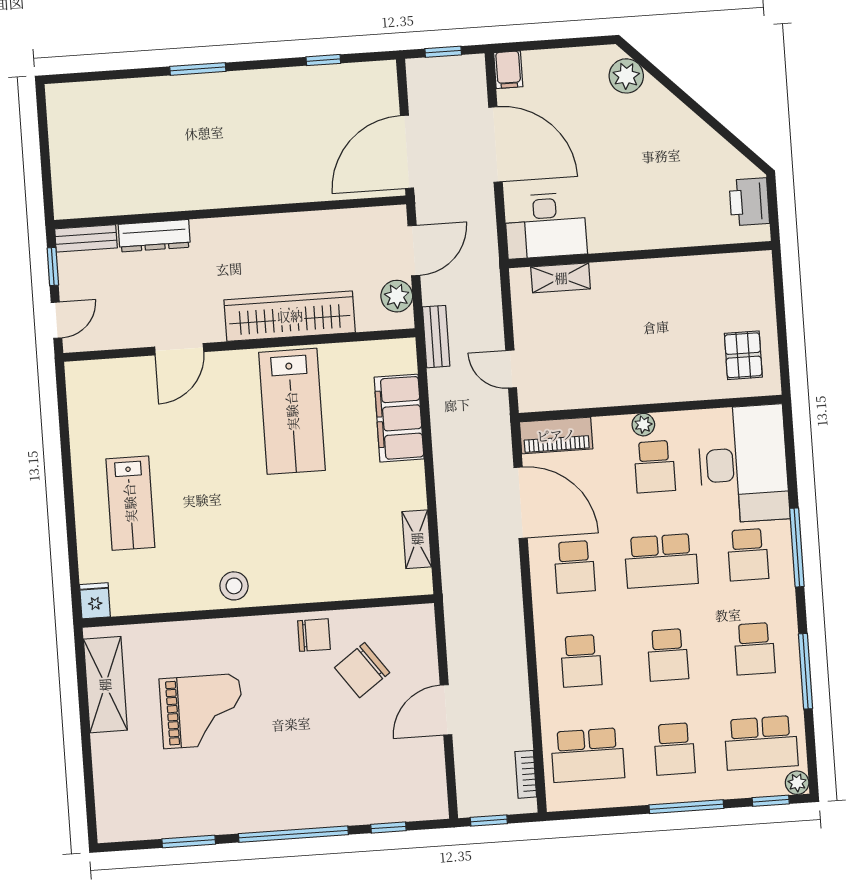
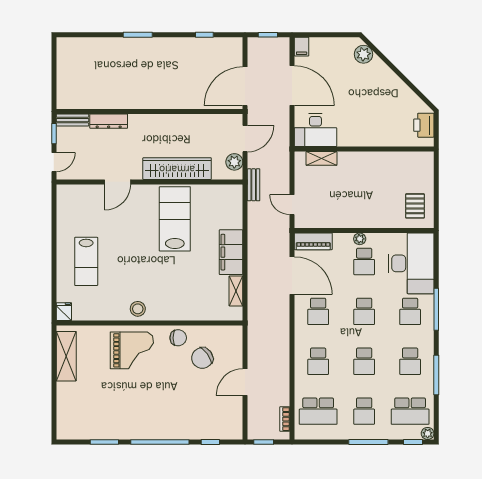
lab bench: (292, 411) -> (175, 219), turned 180
filing cabinet: (399, 418) -> (231, 252), moved
school desk: (661, 561) -> (364, 311), width x0.54
grand piano: (202, 711) -> (132, 350), moved

